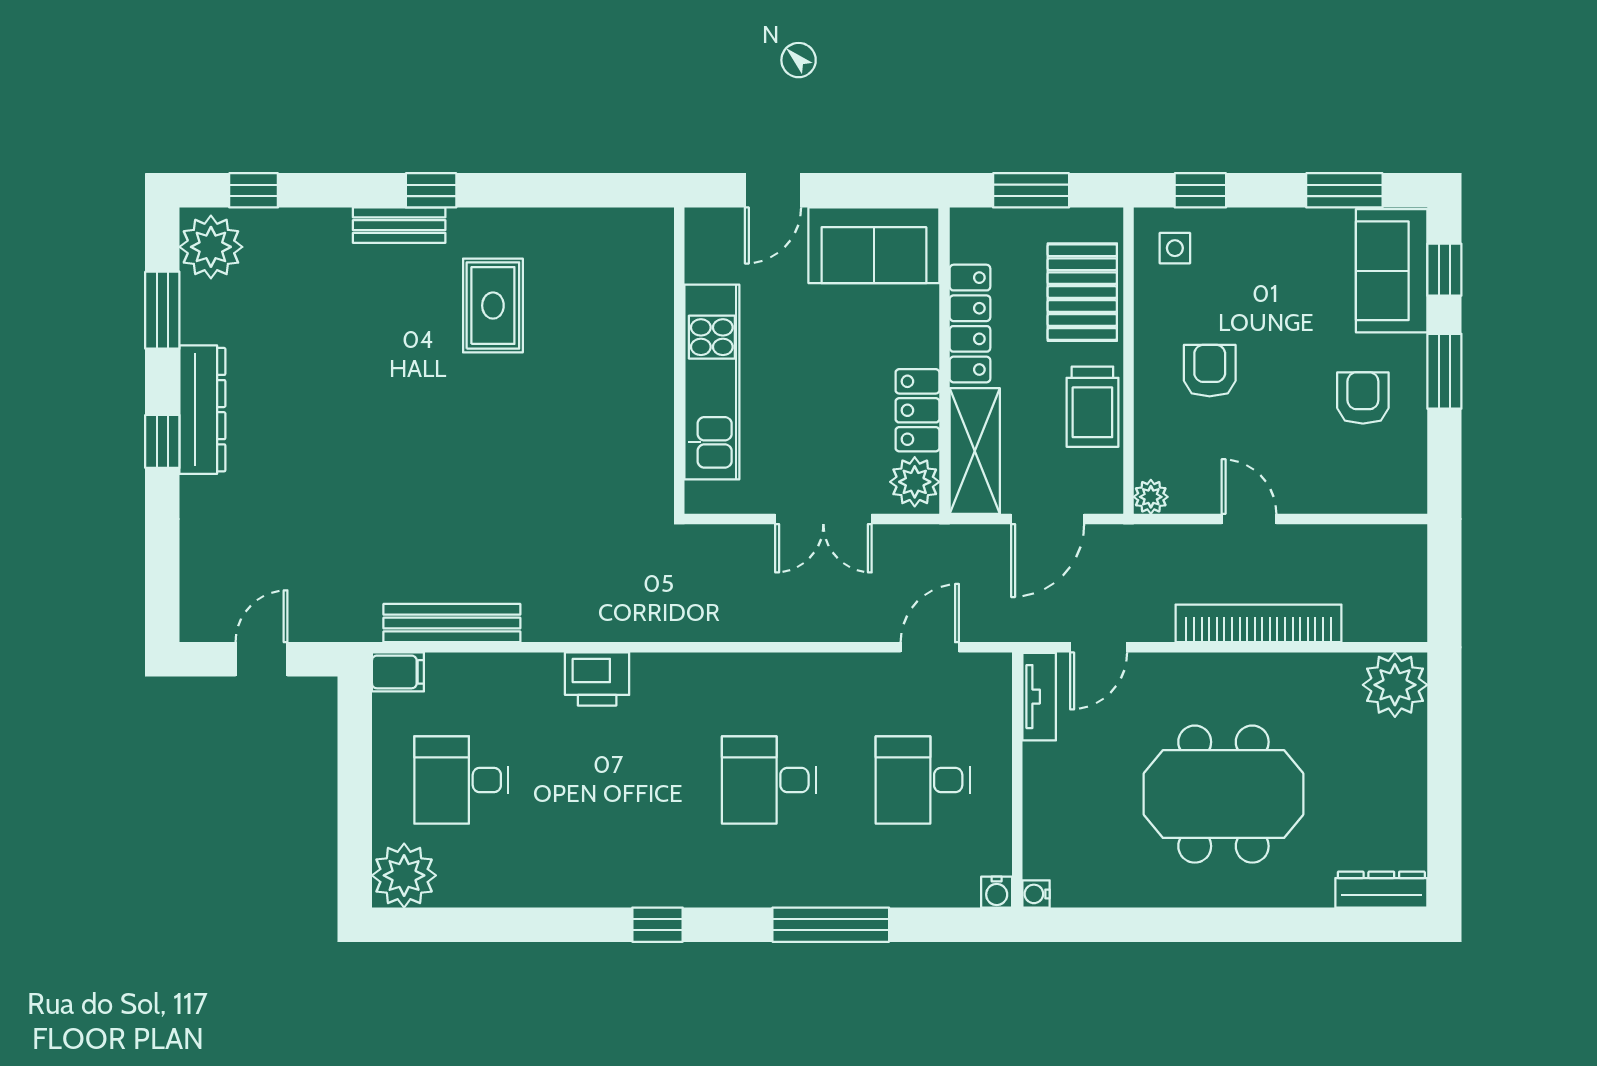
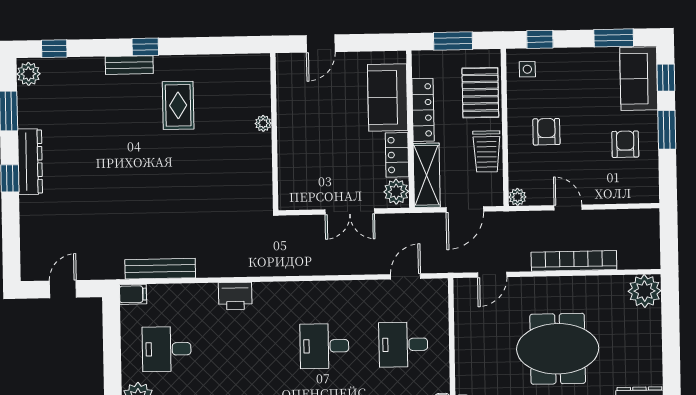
sofa: (874, 245) -> (388, 97), moved, turned 90
plant: (211, 247) -> (29, 74), width x0.73, depth x0.73
plant: (658, 344) -> (263, 123), added
kitchen unit: (712, 382) -> (291, 142), removed
tv unit: (1039, 697) -> (462, 301), removed

